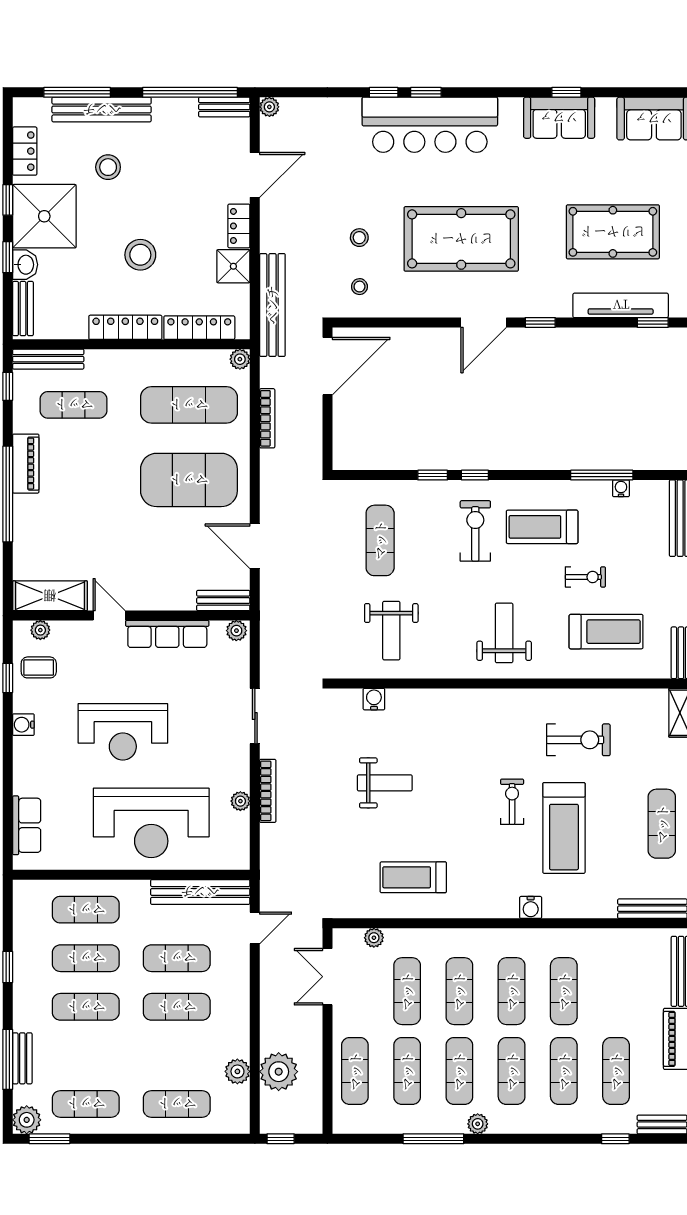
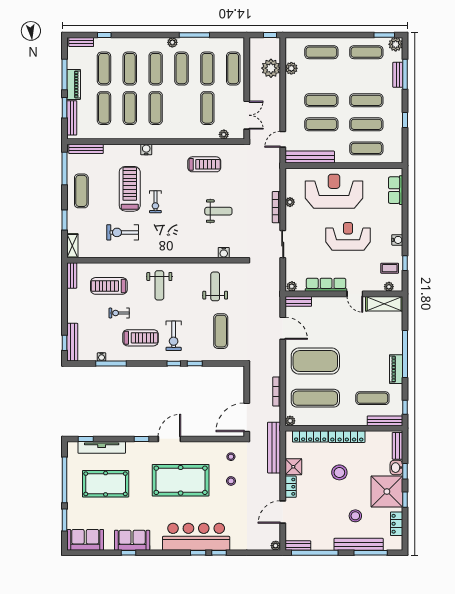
weight bench: (385, 783) -> (218, 211), turned 180
exercise mat: (459, 991) -> (104, 108), moved

